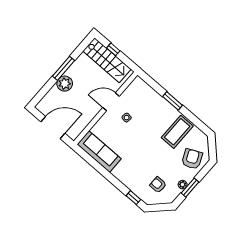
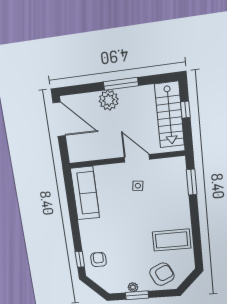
window: (173, 101) -> (192, 182), moved
door: (53, 128) -> (59, 119), moved
armchair: (158, 185) -> (98, 260), moved

